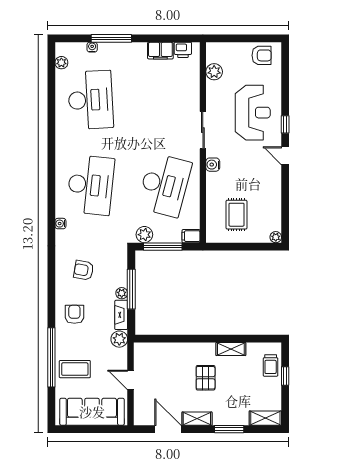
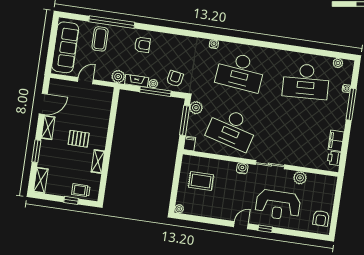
plant: (214, 72) -> (300, 178), moved
armchair: (84, 270) -> (175, 79), moved

